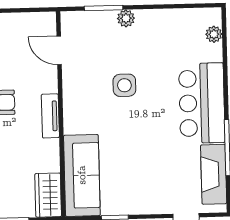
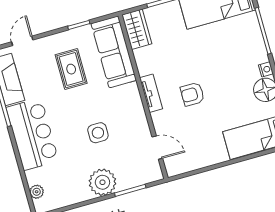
plant: (126, 18) -> (102, 182), width x1.87, depth x1.87
rug: (137, 168) -> (71, 69), added

